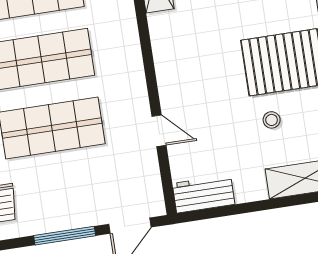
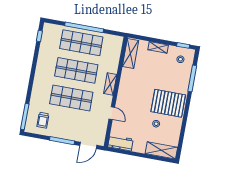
shelving: (132, 64) -> (110, 84), added

